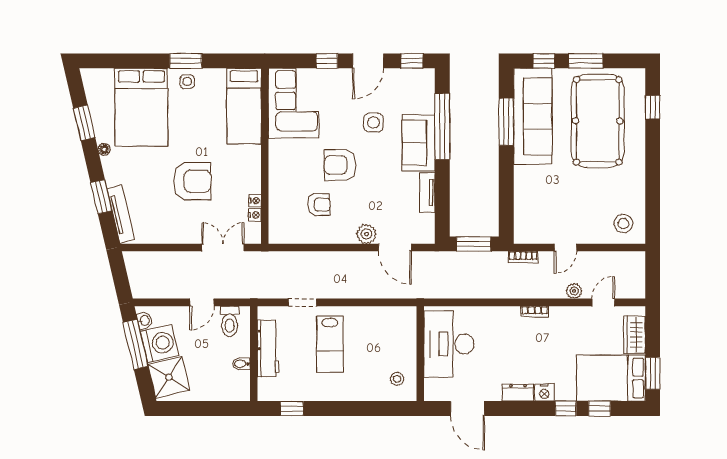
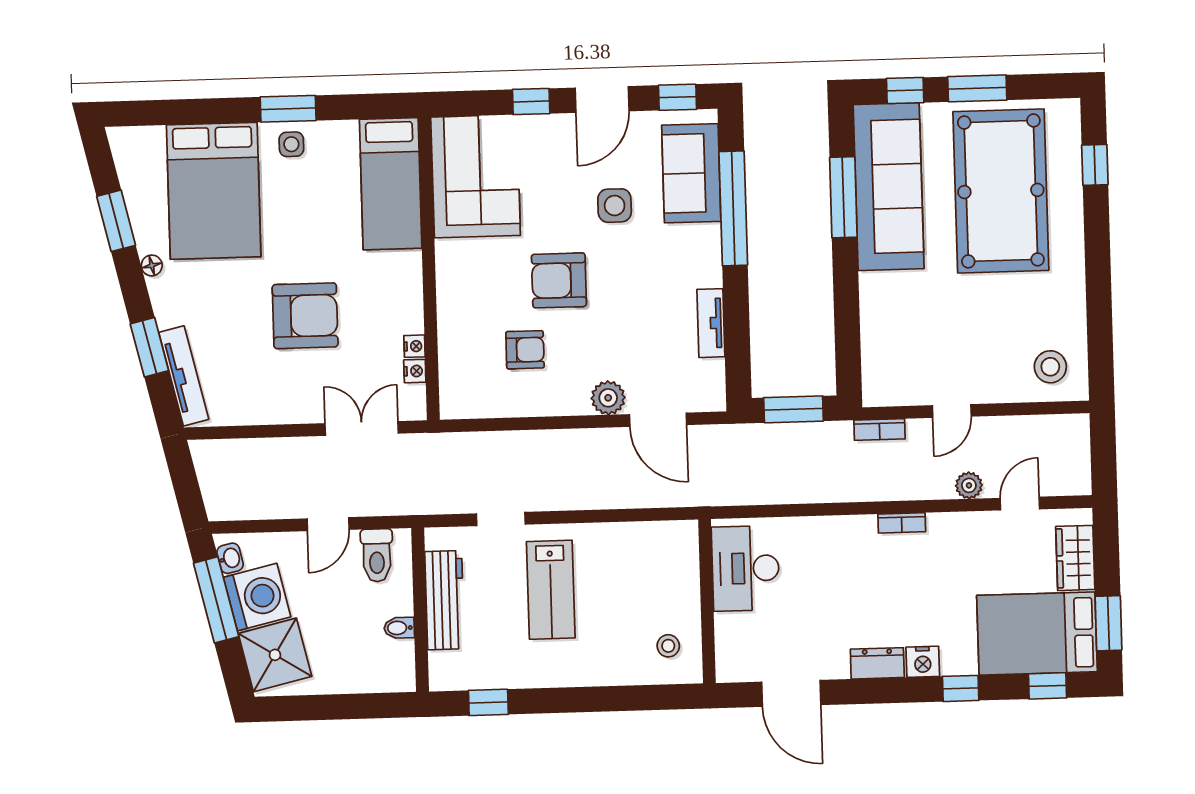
sofa: (419, 143) -> (691, 173), moved
desk: (449, 344) -> (745, 568), width x0.73, depth x0.77
window: (600, 408) -> (1048, 686), moved

